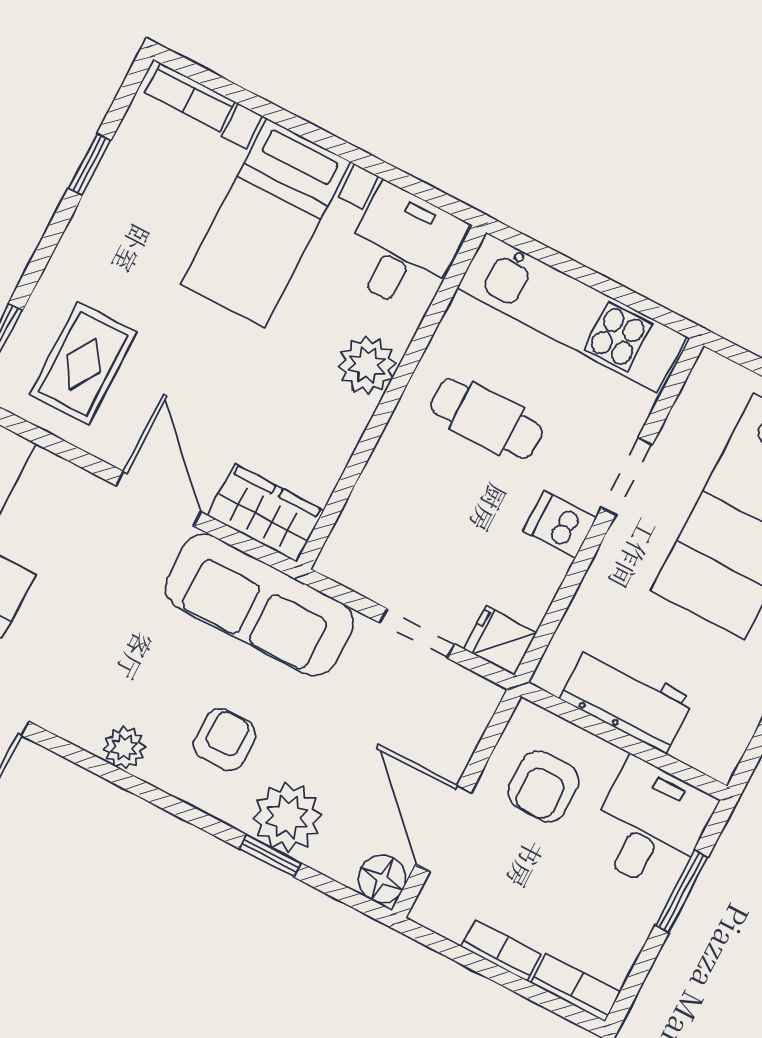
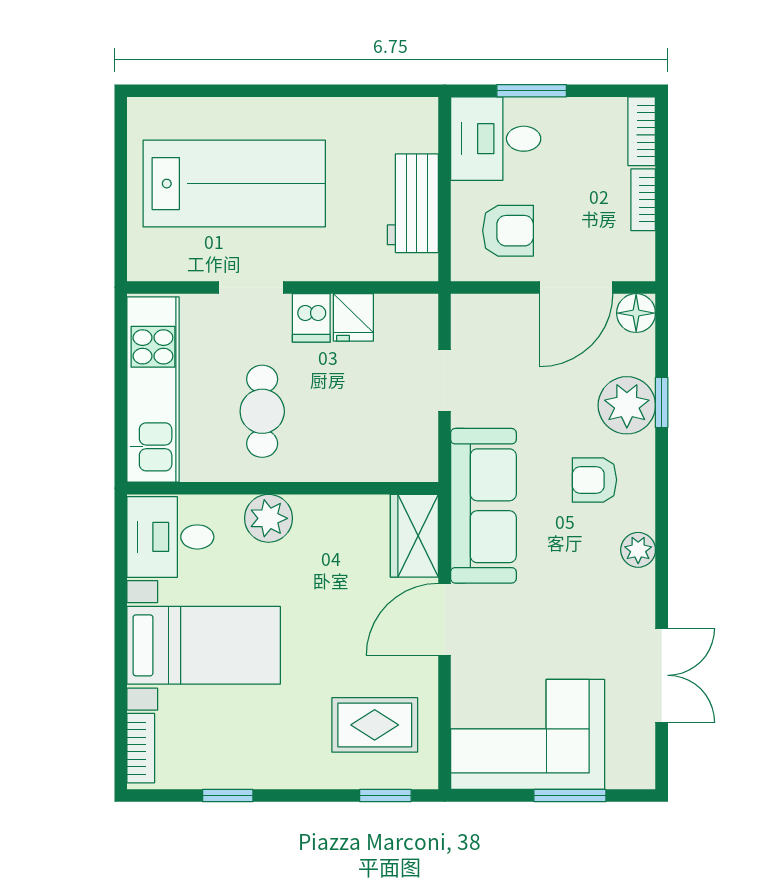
fridge: (500, 641) -> (353, 317), moved

